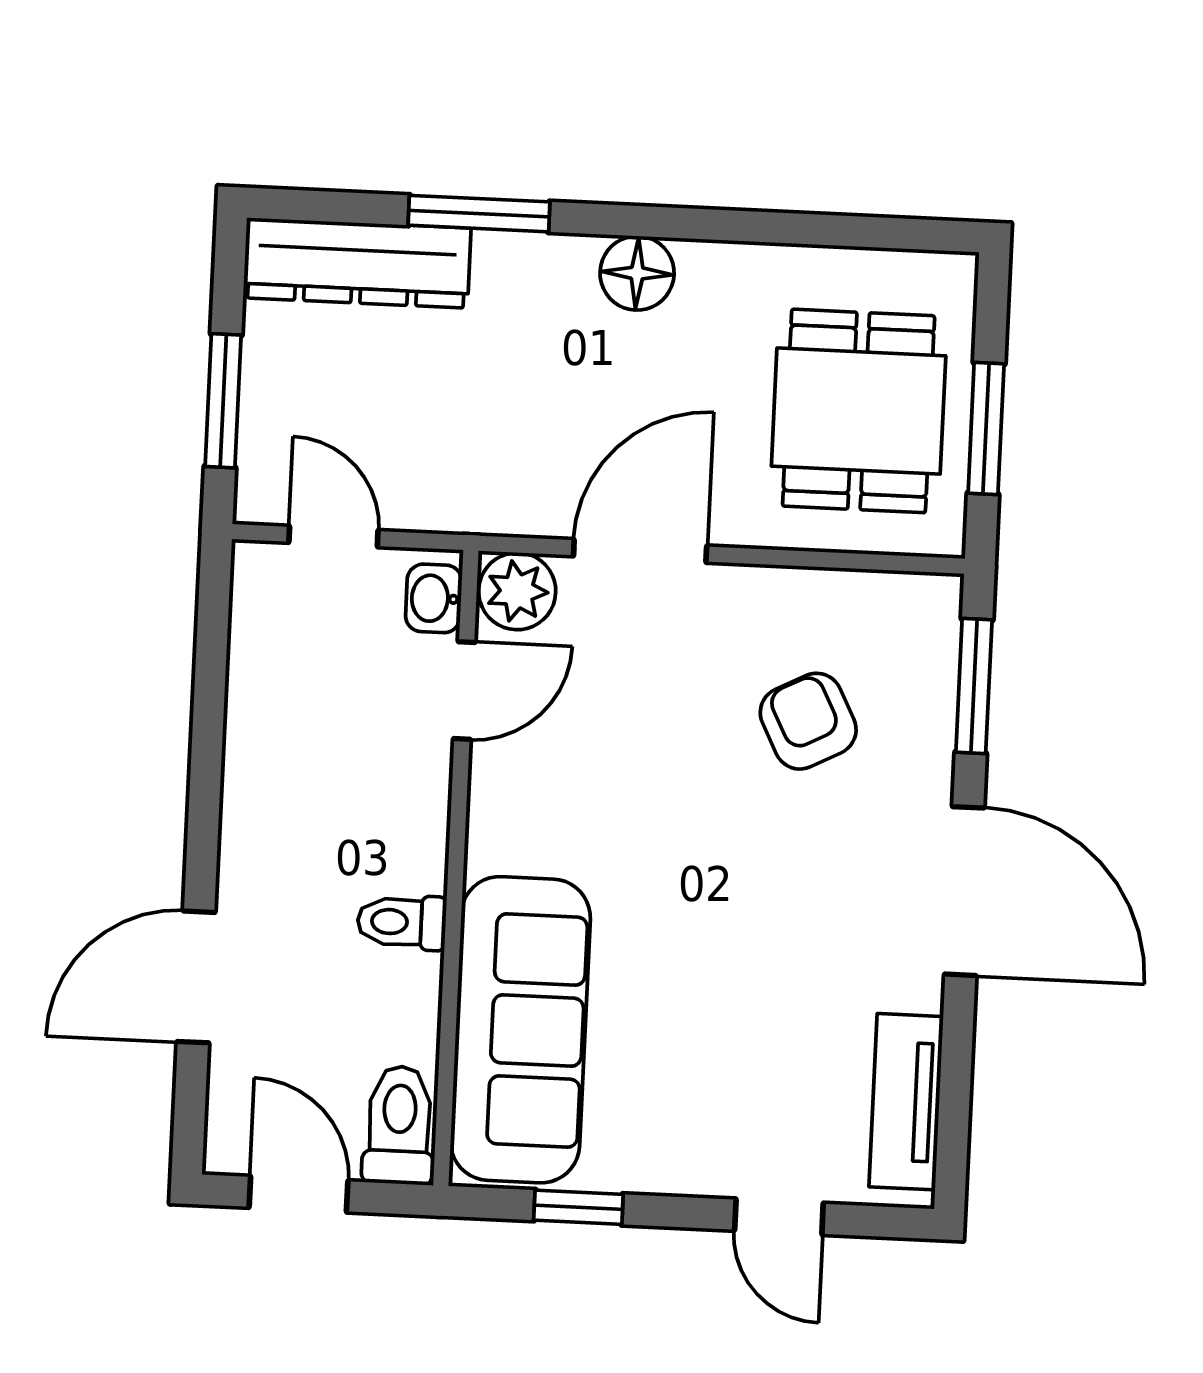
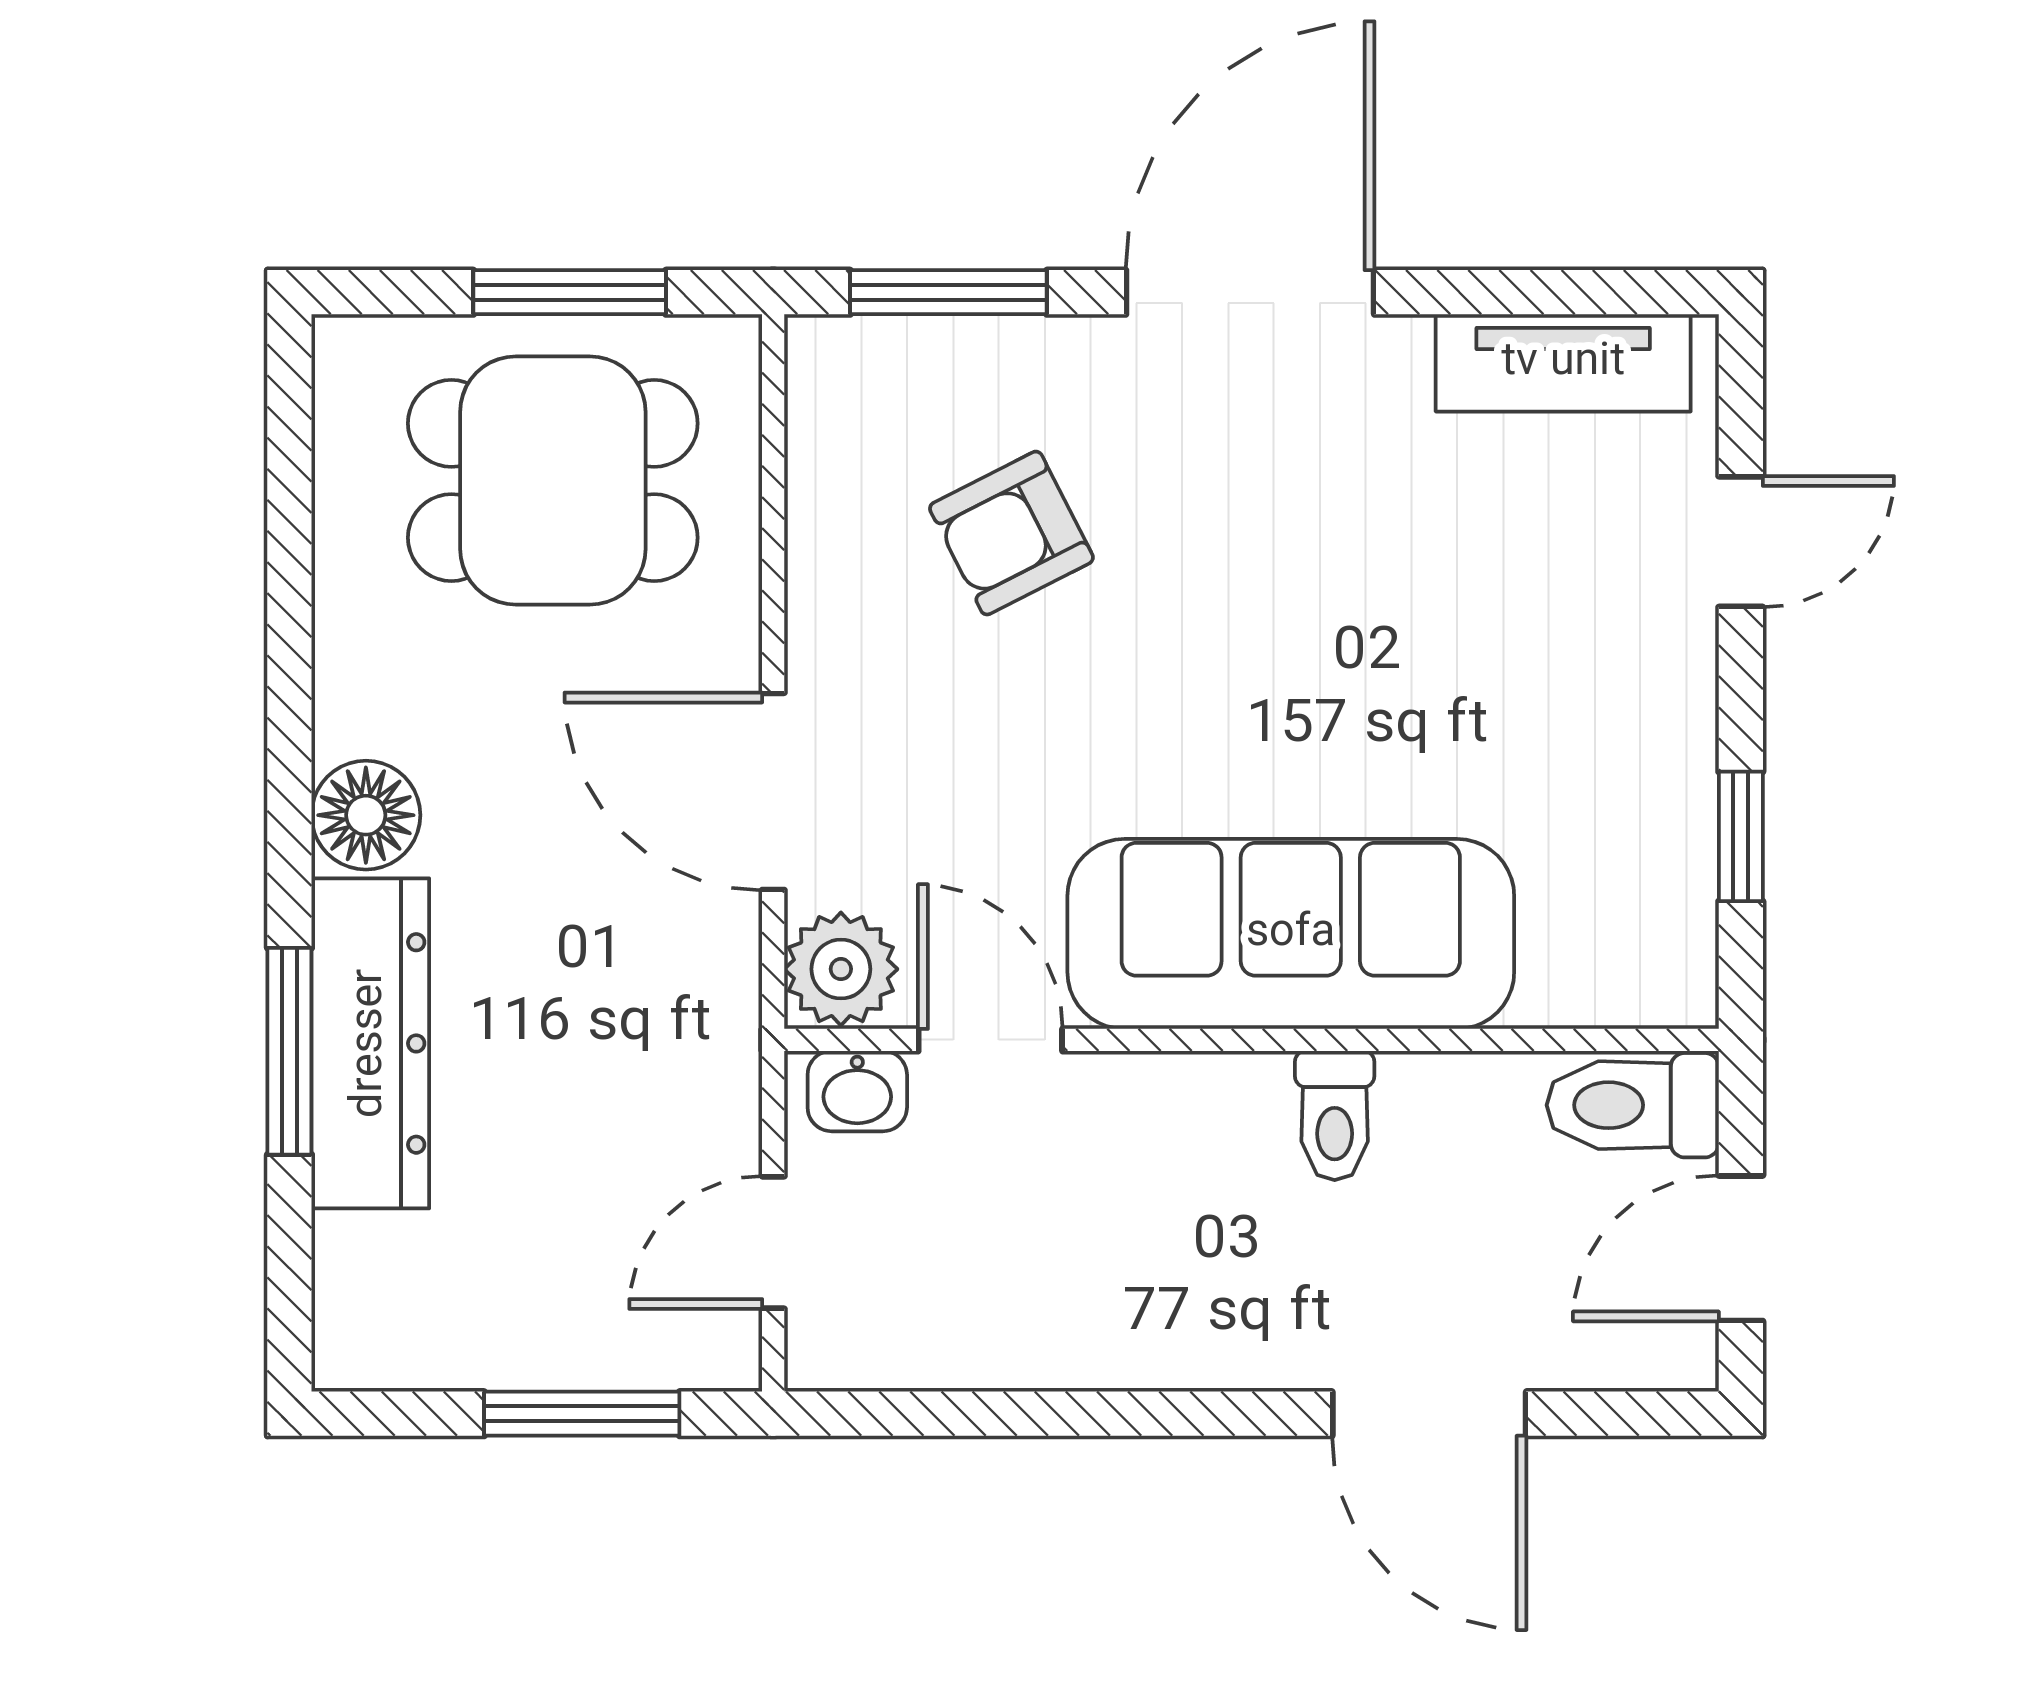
dresser: (357, 263) -> (370, 1043), moved
sofa: (520, 1030) -> (1291, 934), moved

